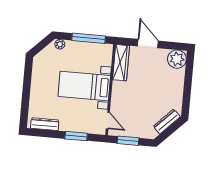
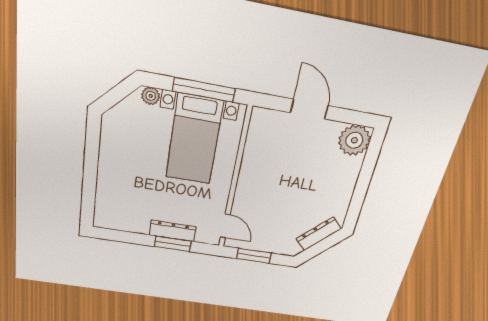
wardrobe: (121, 63) -> (258, 138), removed
bed with nightstands: (84, 86) -> (194, 140), moved, turned -90
dresser: (45, 124) -> (173, 231), moved

